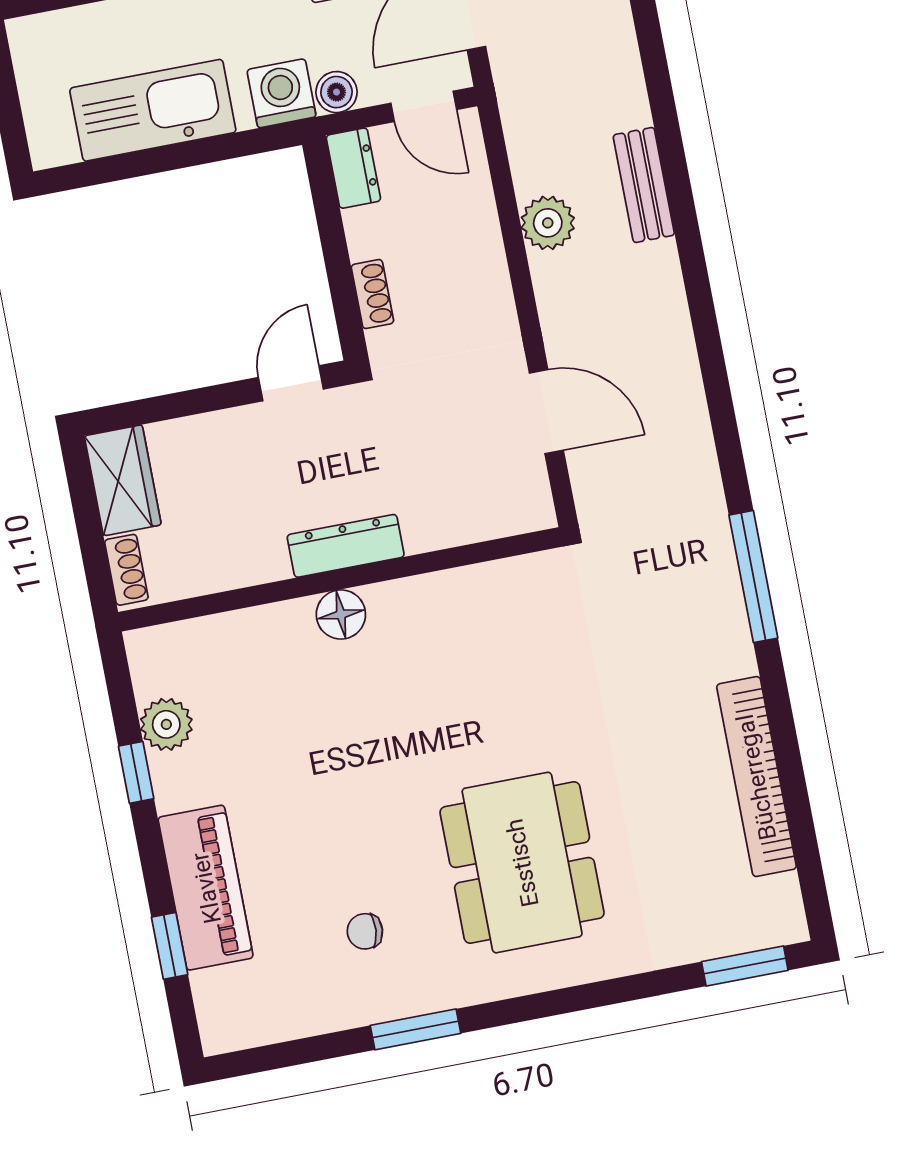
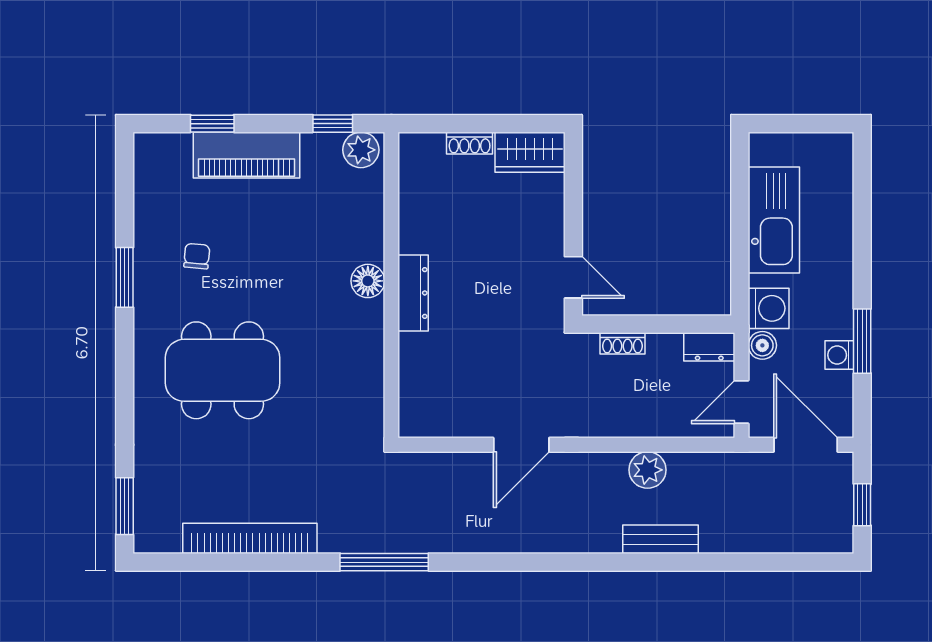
dresser: (346, 546) -> (413, 293), moved
wall: (340, 579) -> (391, 285), moved
floor lamp: (341, 614) -> (368, 281), moved

